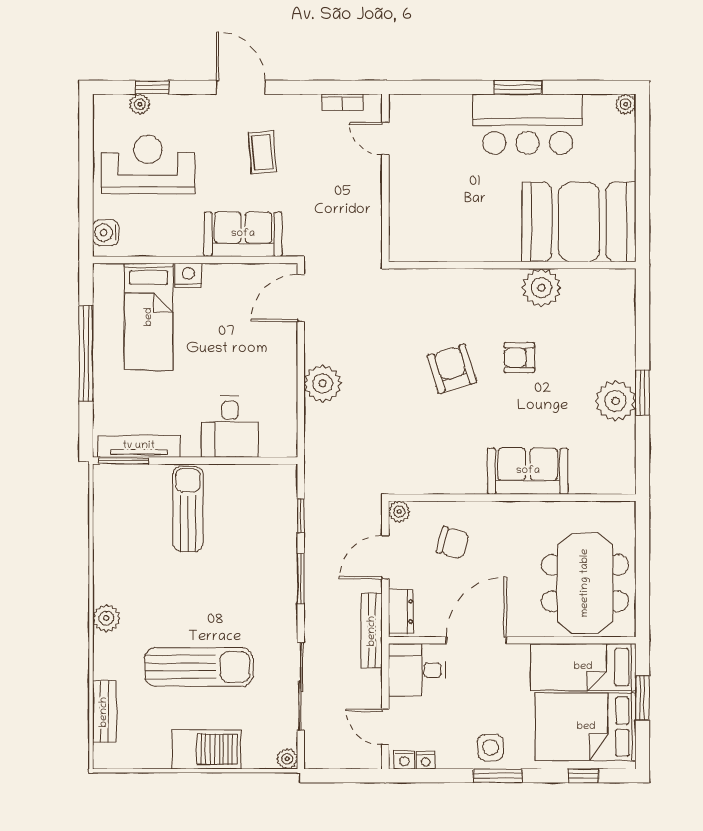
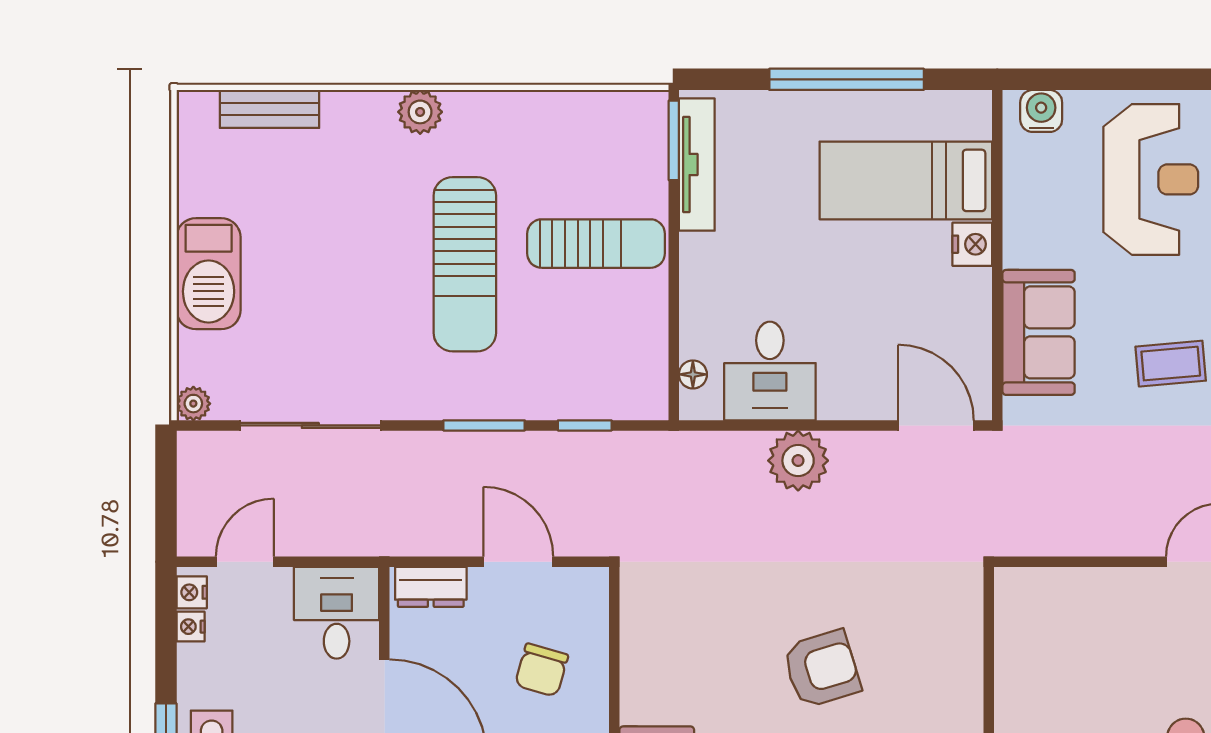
desk: (230, 427) -> (770, 371), moved, turned -90
floor lamp: (269, 449) -> (693, 374), added
plant: (399, 511) -> (592, 584), removed
bench: (372, 631) -> (400, 540), removed
sun lounger: (199, 667) -> (465, 264), moved

